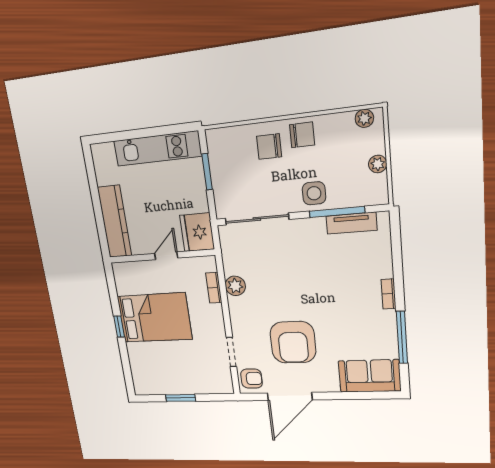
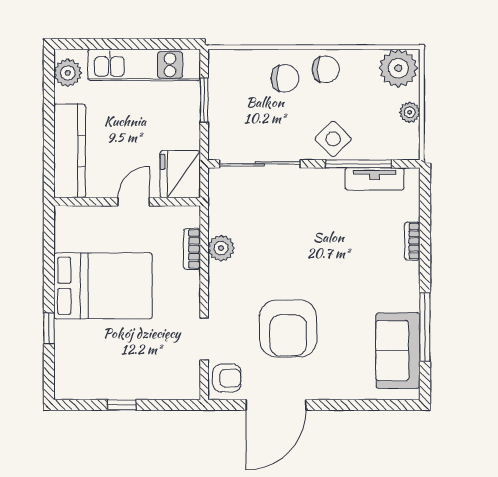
plant: (364, 118) -> (398, 68), width x1.88, depth x1.88
chair: (269, 147) -> (285, 78), turned 180
plant: (103, 162) -> (68, 73), added
side table: (314, 193) -> (333, 139), turned 45
bookcase: (389, 294) -> (412, 241), moved
window: (119, 326) -> (49, 329), moved
sofa: (369, 376) -> (398, 351), moved, turned -90
window: (181, 398) -> (122, 405), width x0.67

